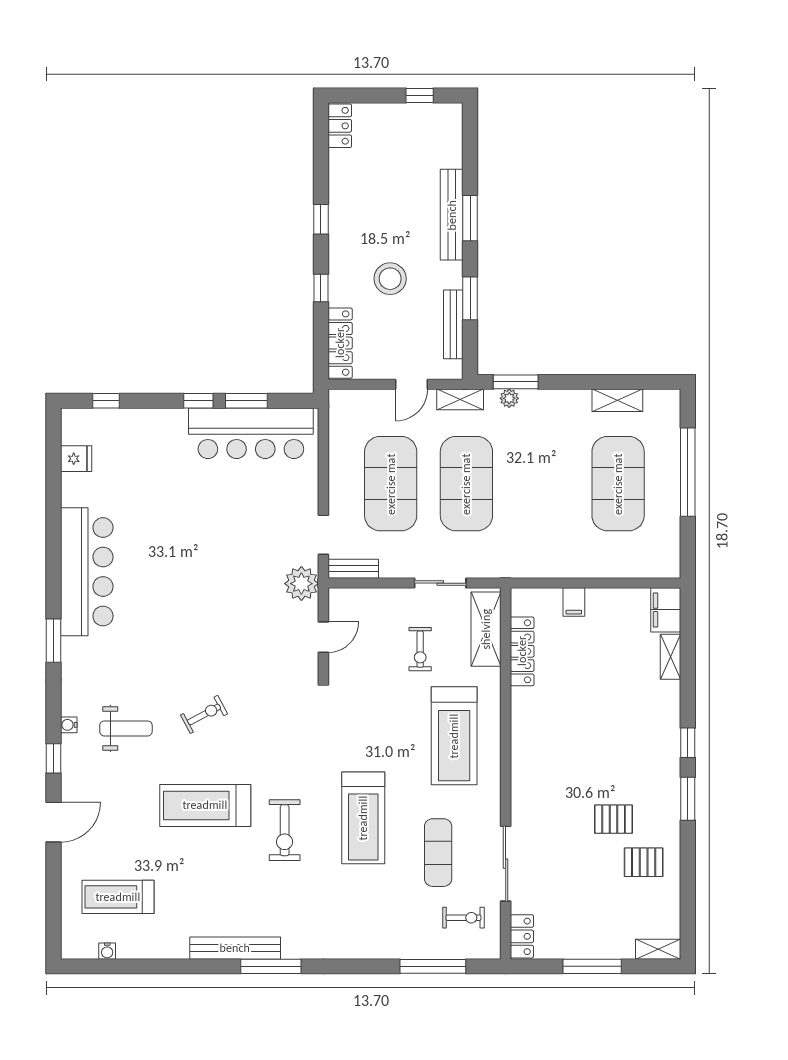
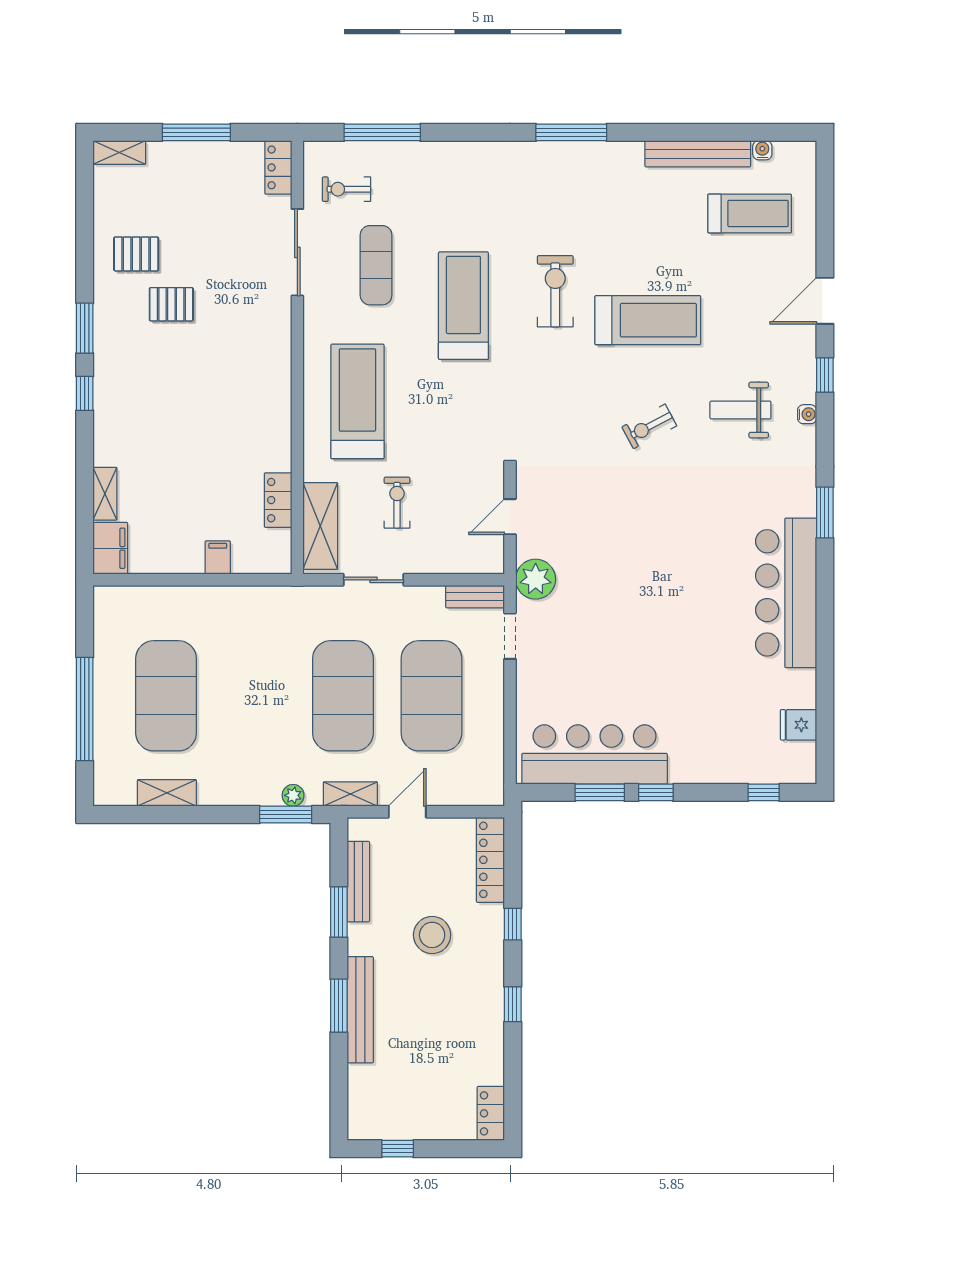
locker: (522, 651) -> (278, 500), width x0.66
bench: (235, 948) -> (698, 154), moved

